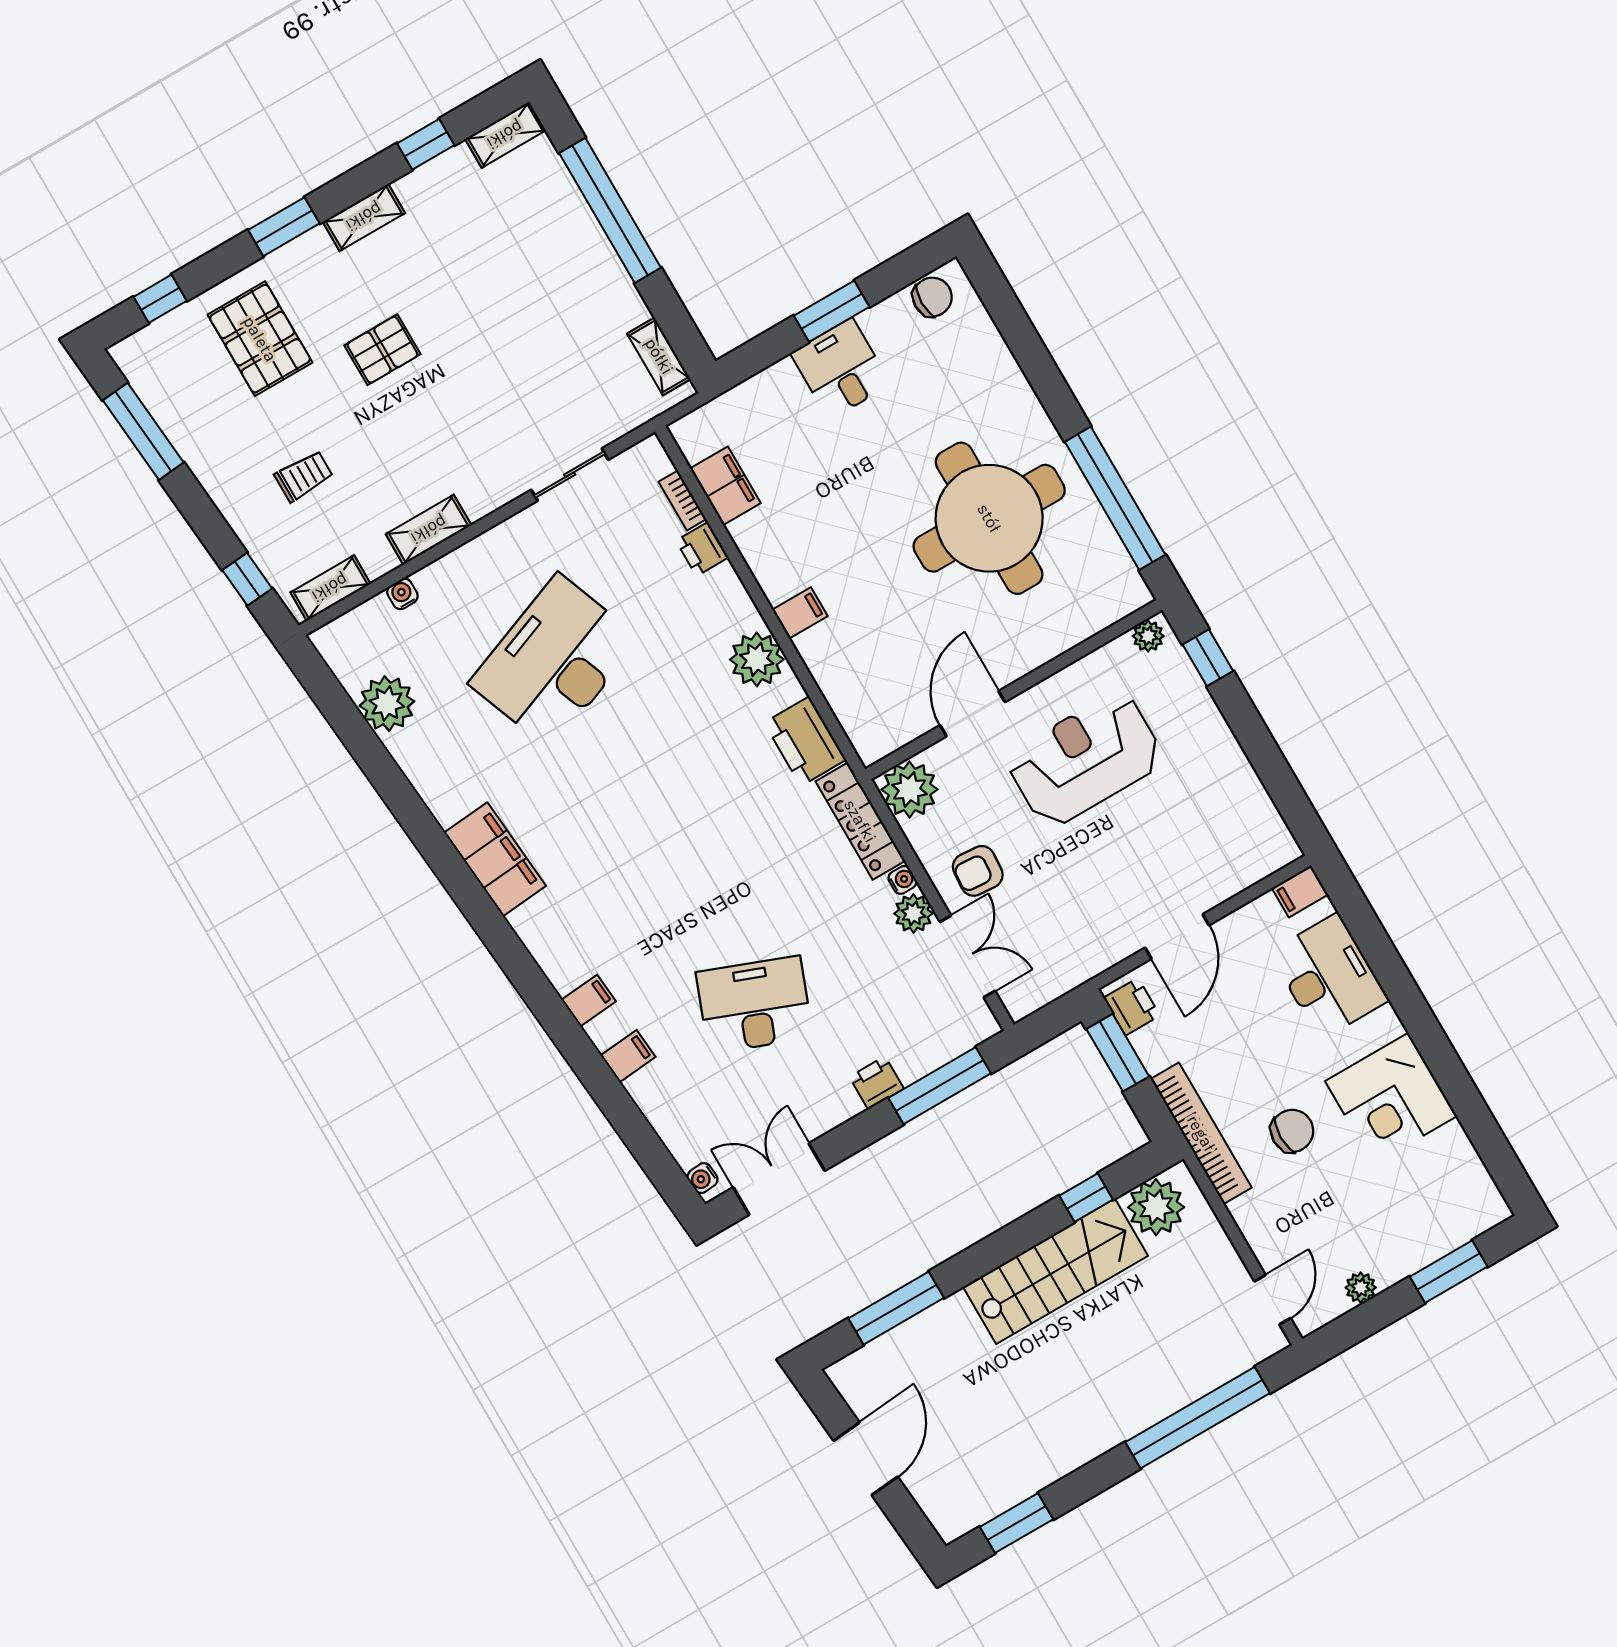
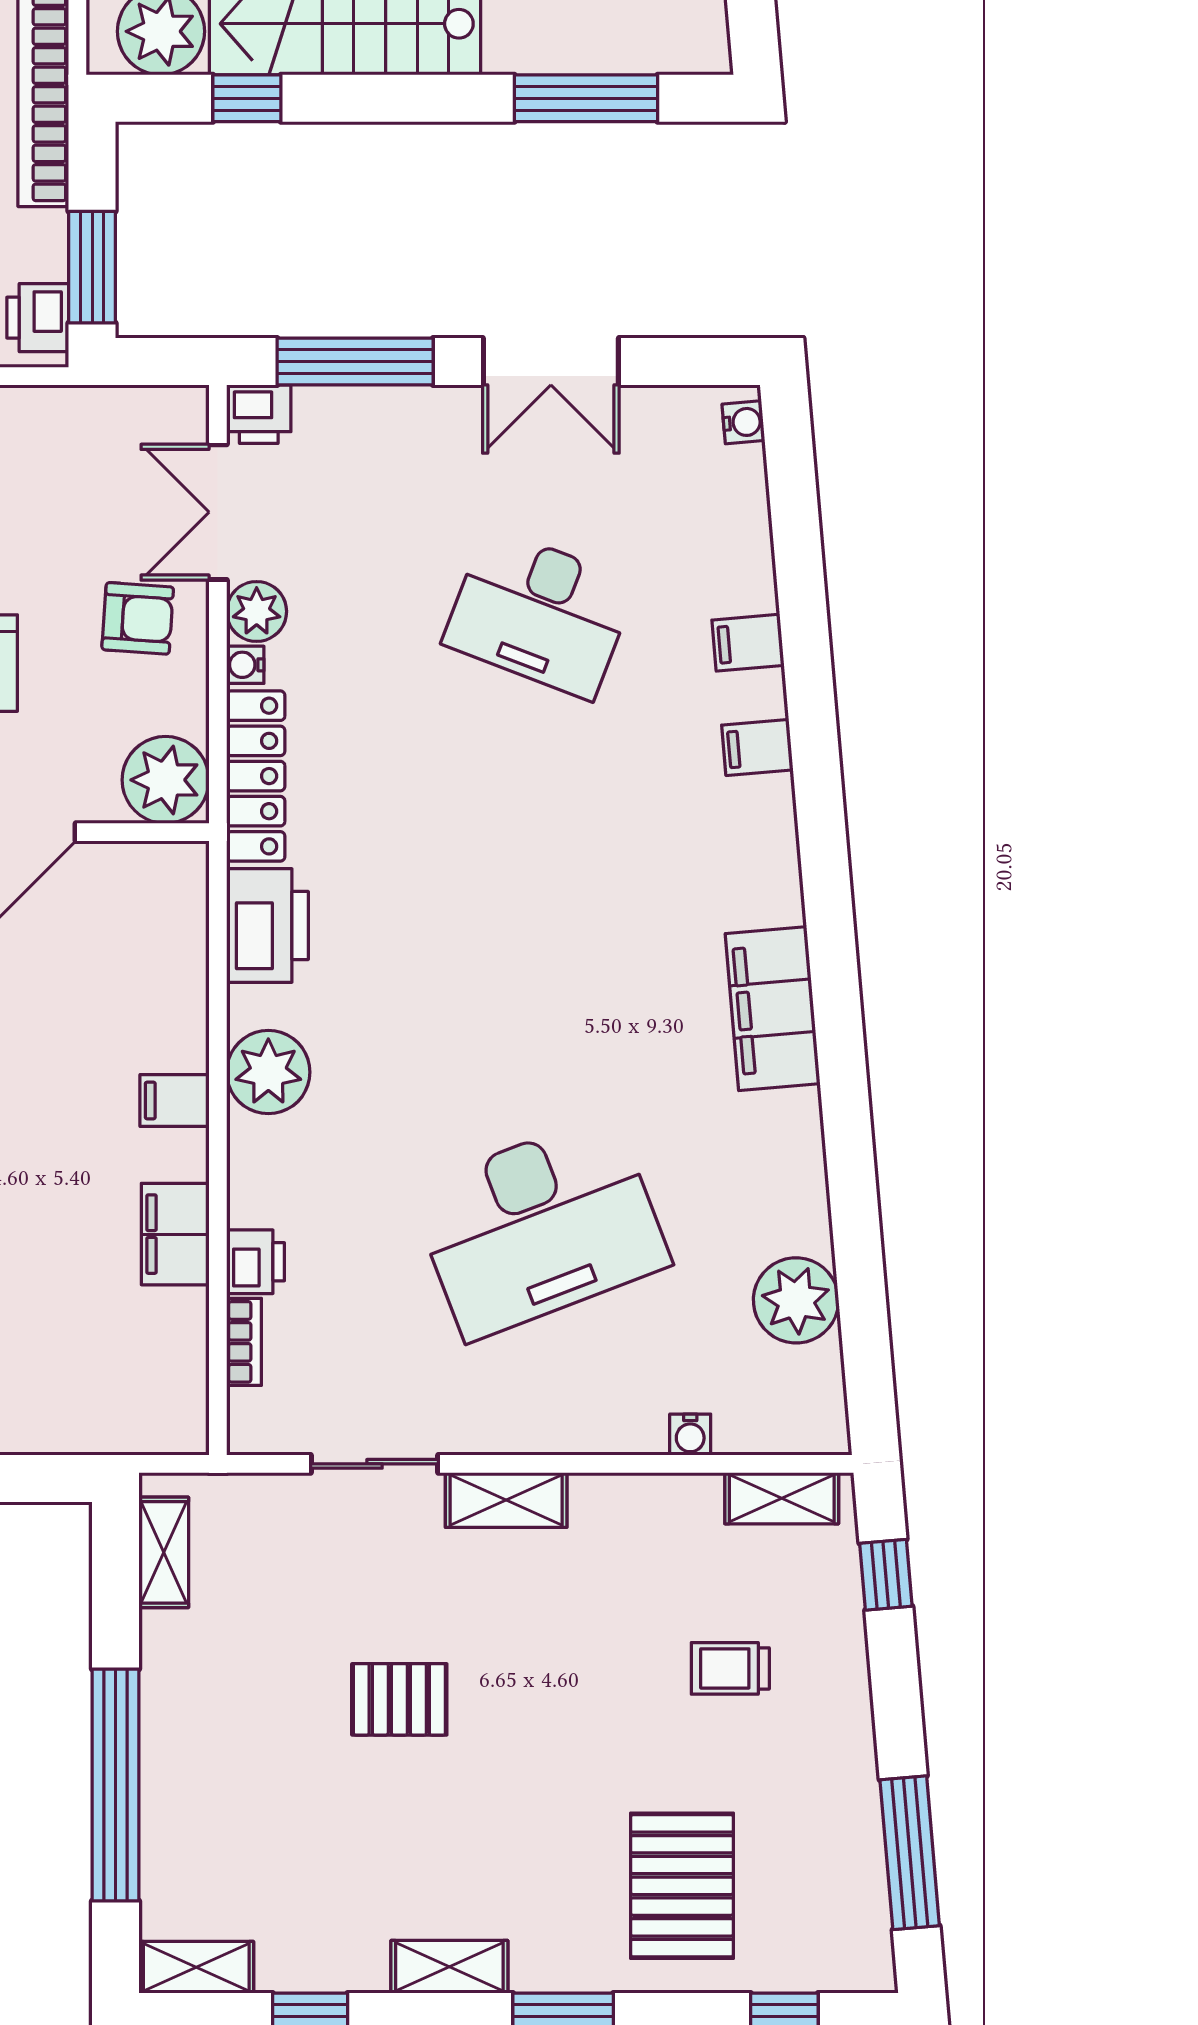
pallet: (382, 350) -> (399, 1699), moved
filing cabinet: (725, 486) -> (175, 1234), moved
shelving: (429, 530) -> (506, 1500), moved
printer: (877, 1083) -> (259, 414), moved
double door: (779, 1179) -> (551, 361), moved

